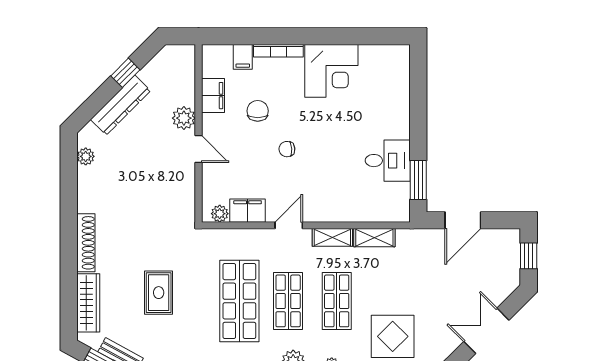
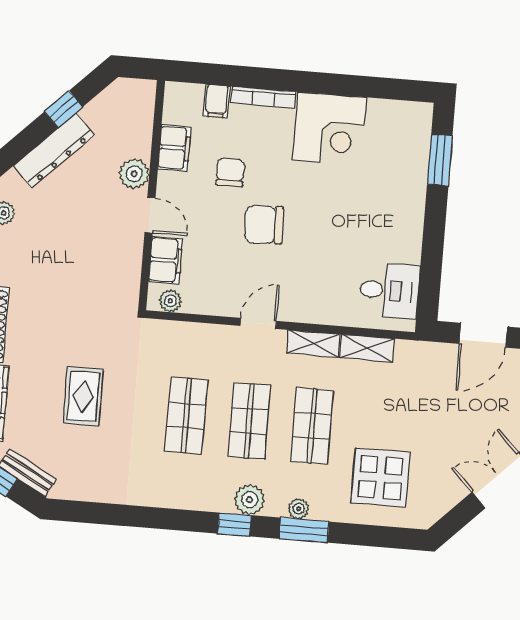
chair: (287, 149) -> (264, 225), width x1.87, depth x1.87
desk: (388, 161) -> (389, 291), moved
window: (418, 180) -> (440, 160), moved
filing cabinet: (248, 211) -> (165, 260), moved, turned 90
shop shelf: (239, 301) -> (186, 416), width x0.70, depth x0.74

